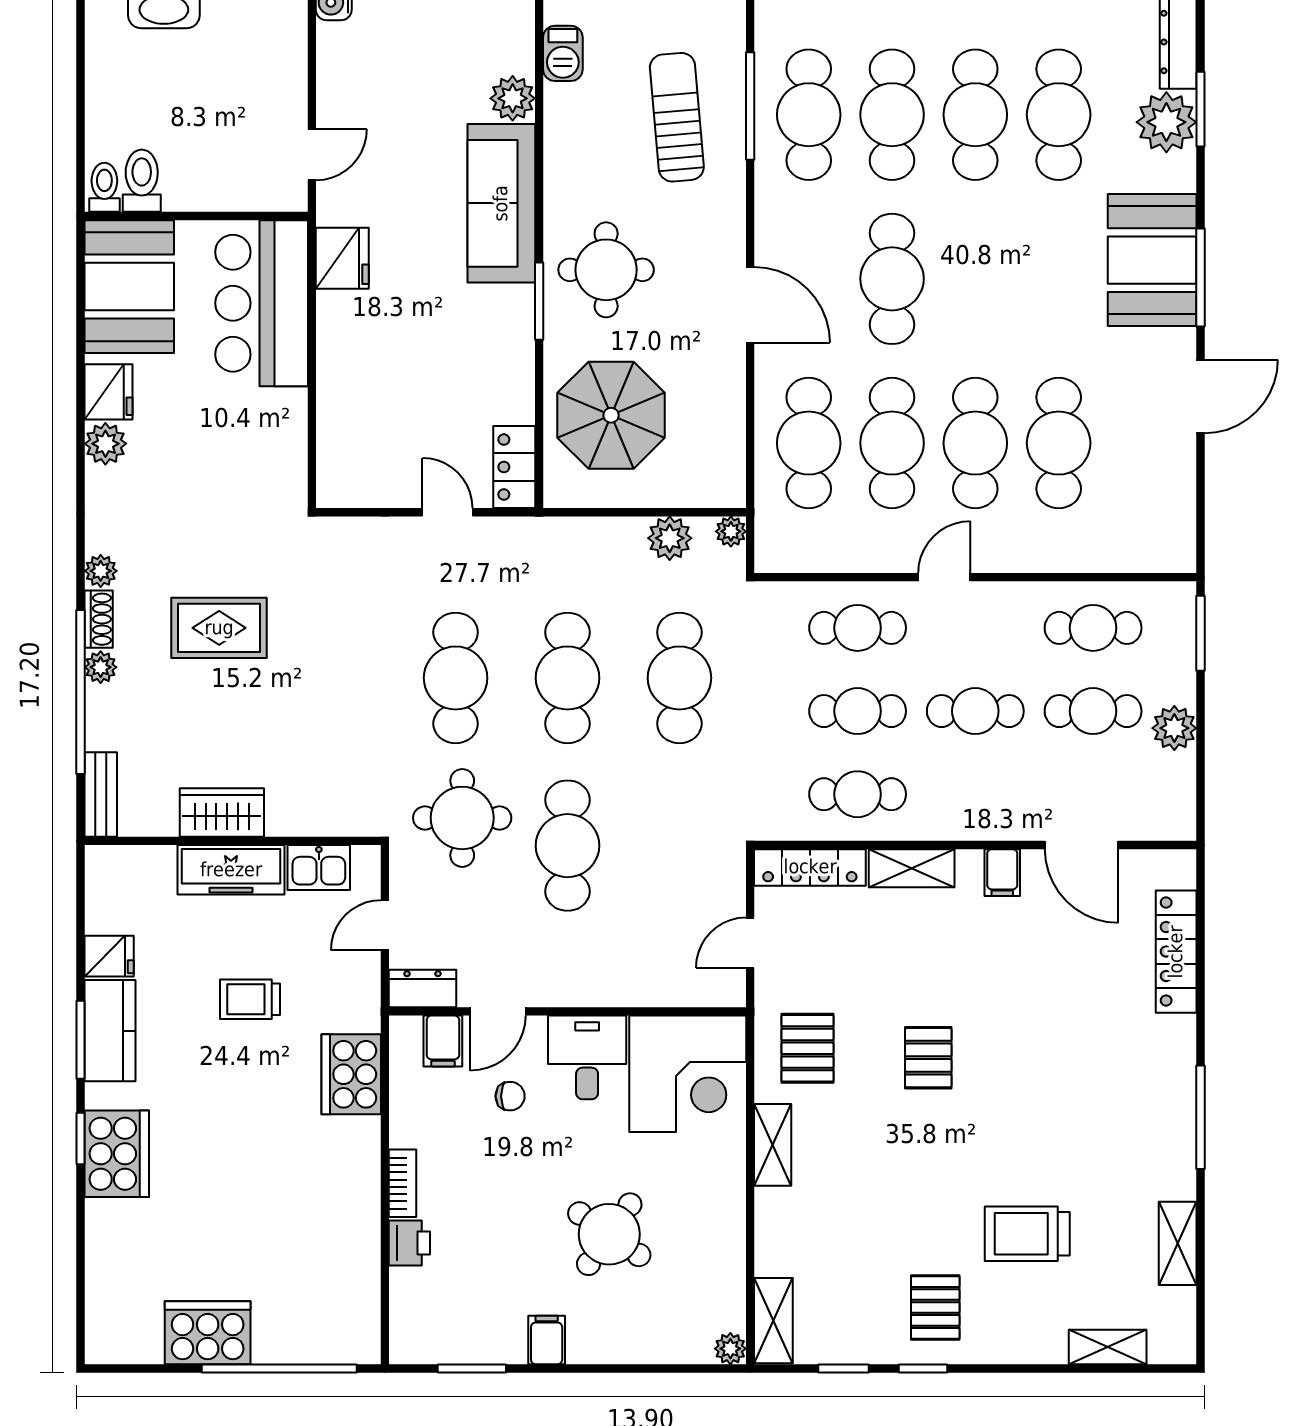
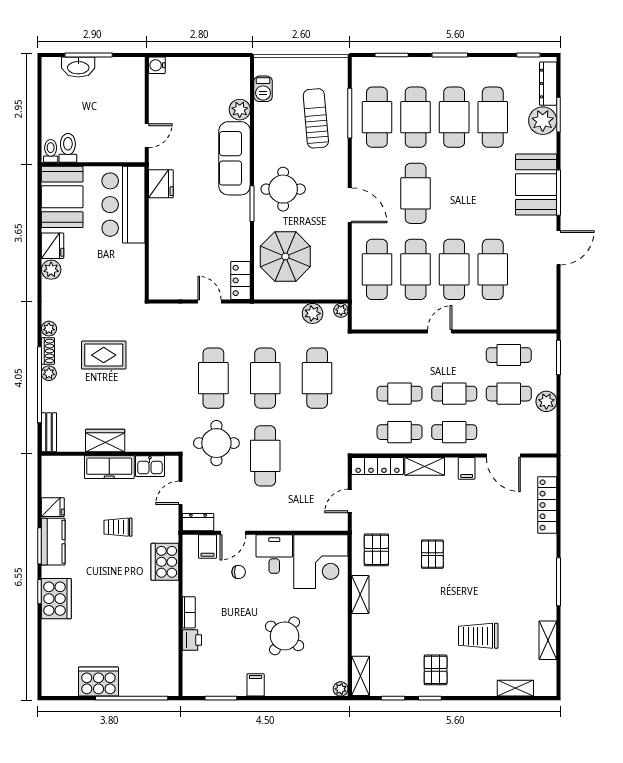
cafe table: (858, 628) -> (454, 432), moved

